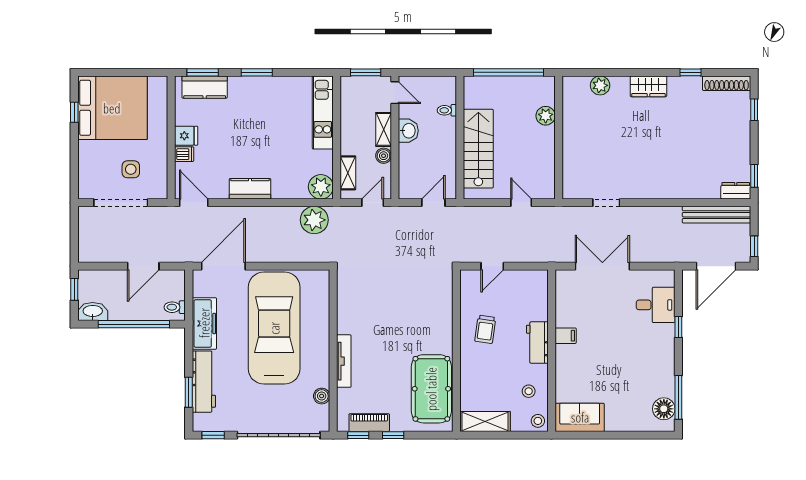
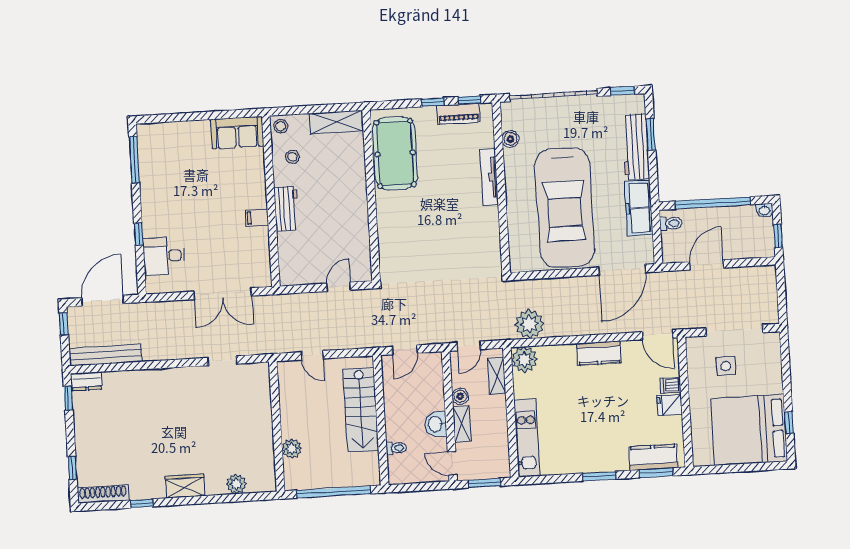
washbasin: (93, 311) -> (764, 210), width x0.52, depth x0.69
trolley: (485, 329) -> (342, 220), removed
floor lamp: (664, 409) -> (149, 147), removed

